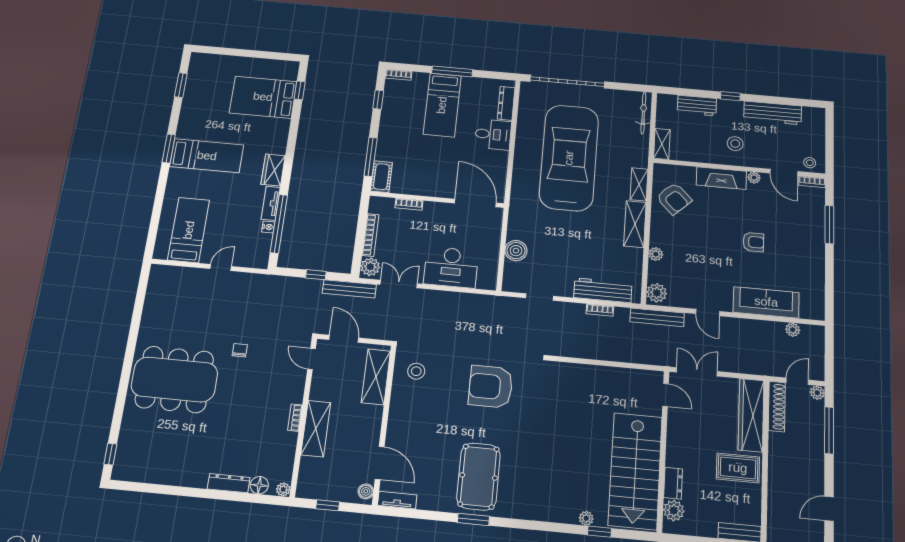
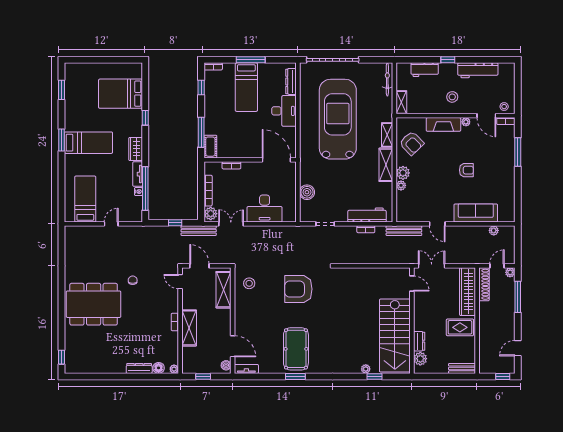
window: (300, 90) -> (145, 118), moved
desk: (493, 134) -> (284, 111), width x1.37
plant: (657, 293) -> (403, 173), moved

